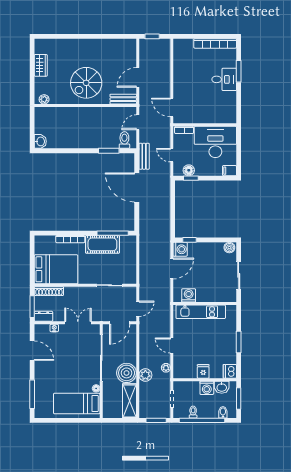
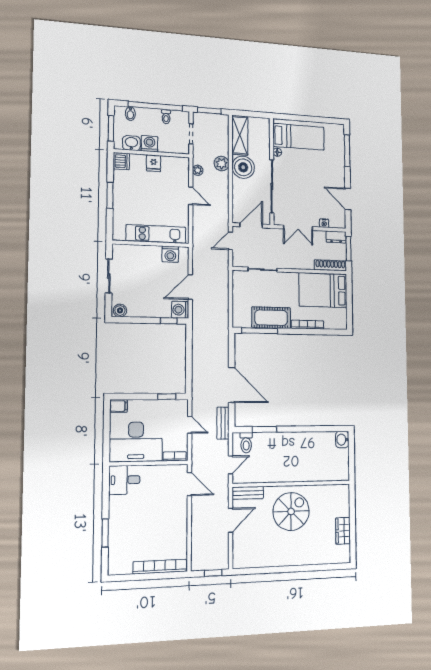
bookcase: (215, 43) -> (160, 567), moved
desk: (224, 79) -> (124, 480), moved
plant: (44, 99) -> (339, 490), removed
floor lamp: (189, 170) -> (169, 406), removed

